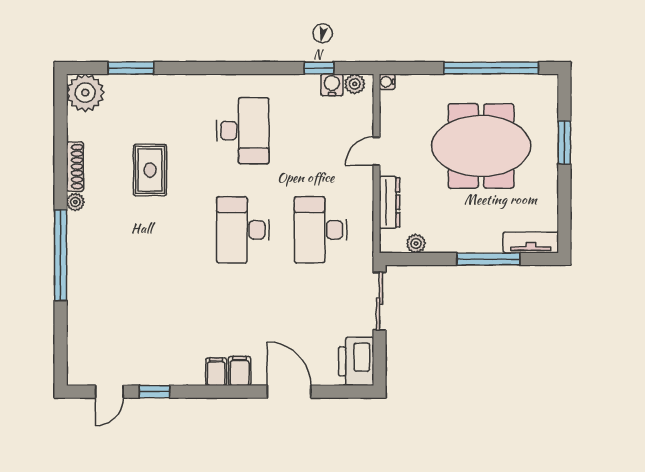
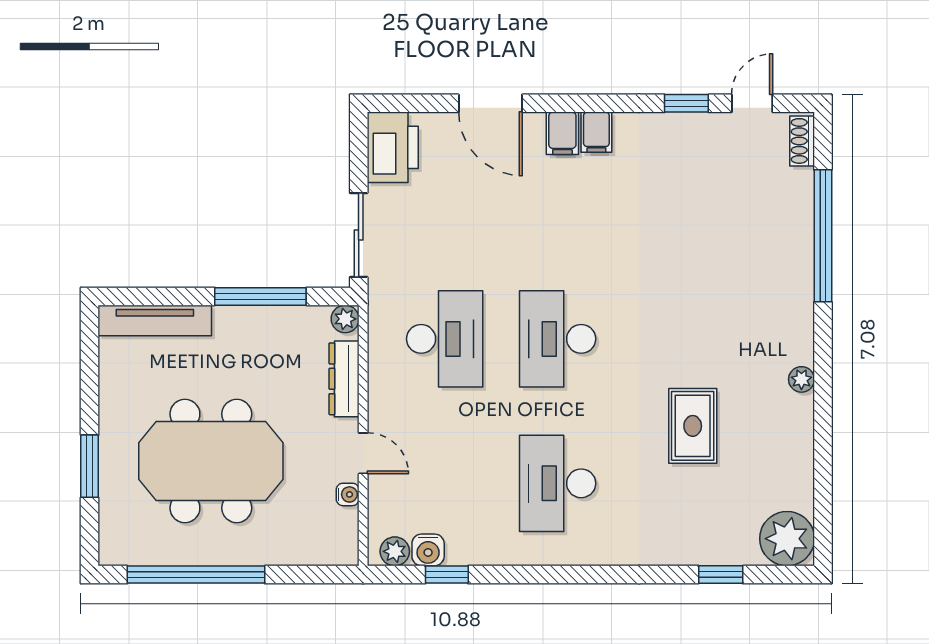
window: (131, 68) -> (721, 575), width x0.67
water cooler: (387, 82) -> (348, 494), moved
door: (376, 151) -> (363, 453), hinge flipped
shoe rack: (75, 167) -> (802, 141), moved, width x0.70
desk: (243, 230) -> (558, 339), turned 180
tv unit: (531, 242) -> (155, 320), width x1.41
plant: (416, 244) -> (345, 319), moved
window: (61, 255) -> (823, 236), moved
window: (489, 259) -> (260, 296), moved

